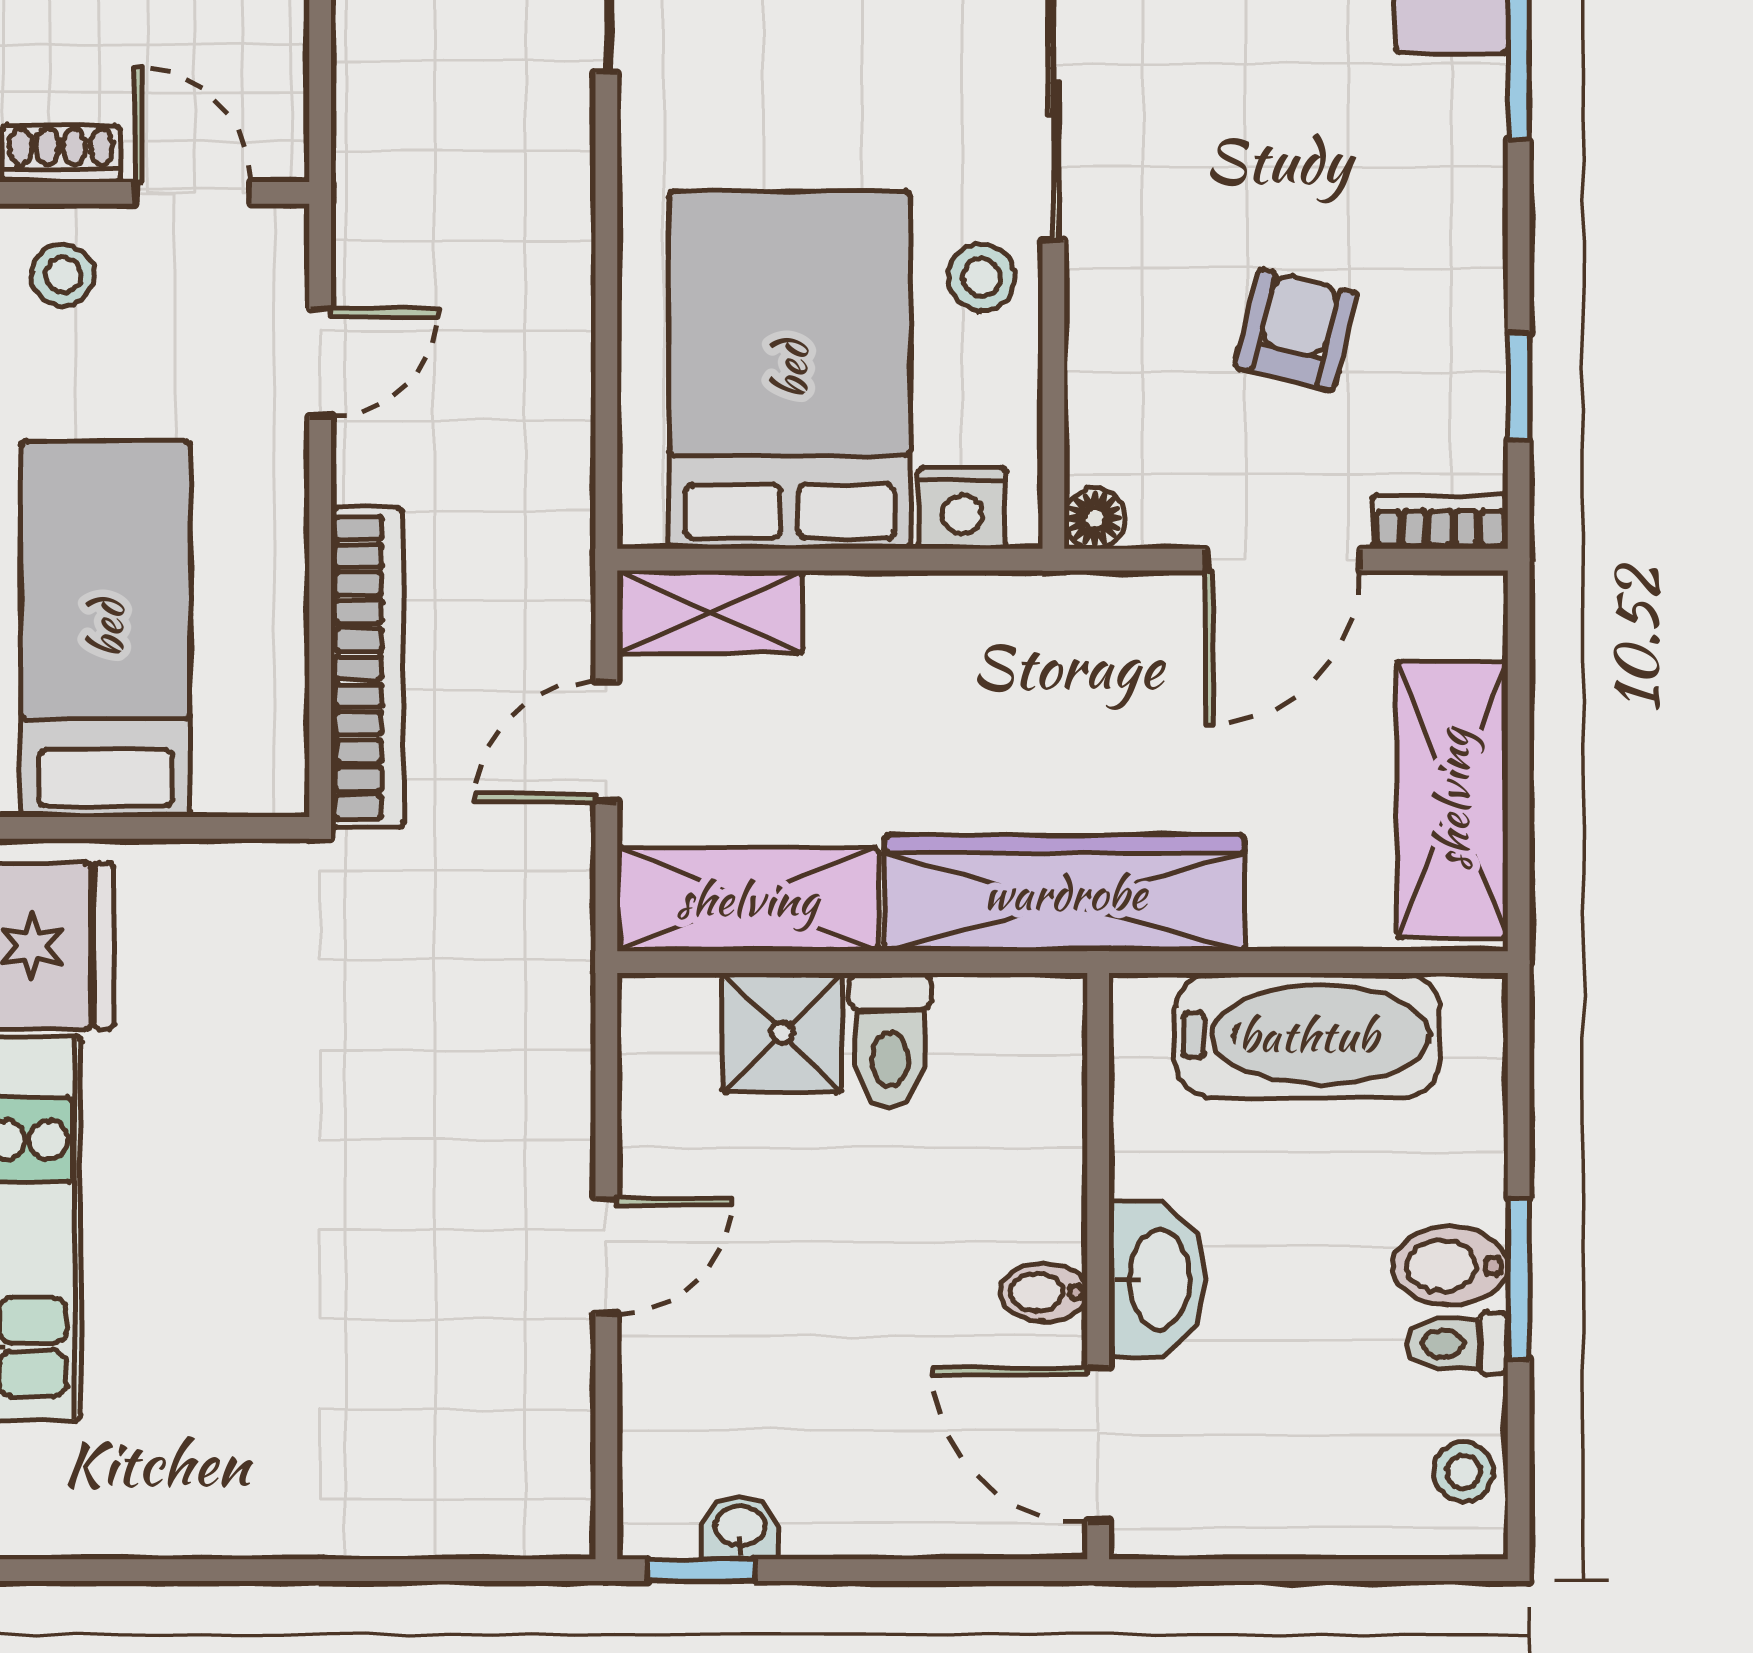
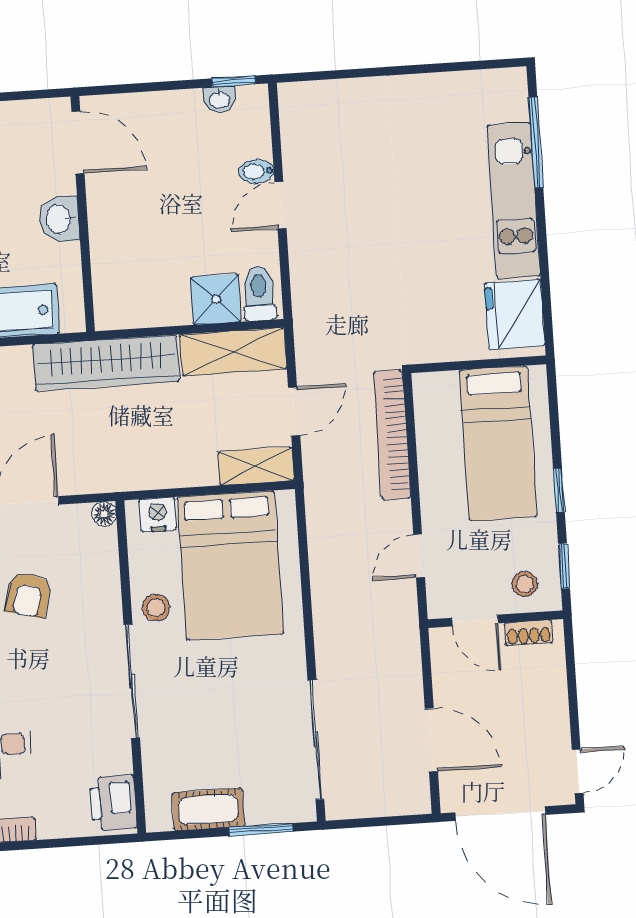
toilet: (890, 1040) -> (259, 293), moved
washbasin: (1157, 1279) -> (59, 219), width x0.72
bidet: (1044, 1292) -> (256, 171), moved, turned 180

